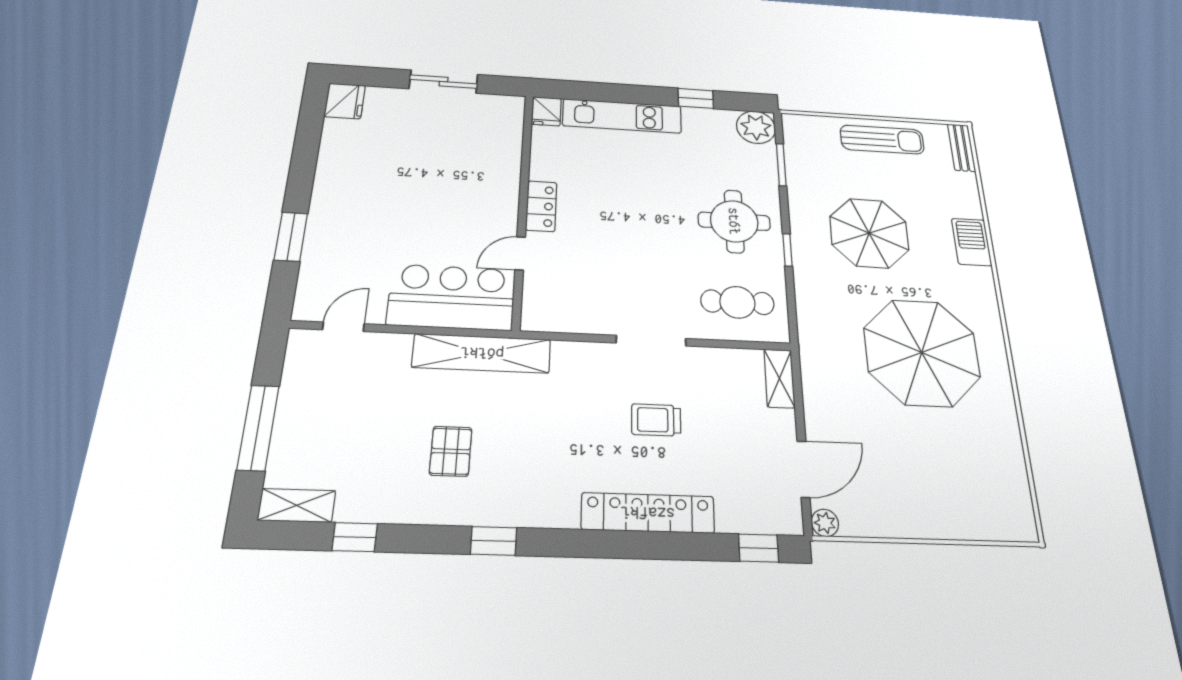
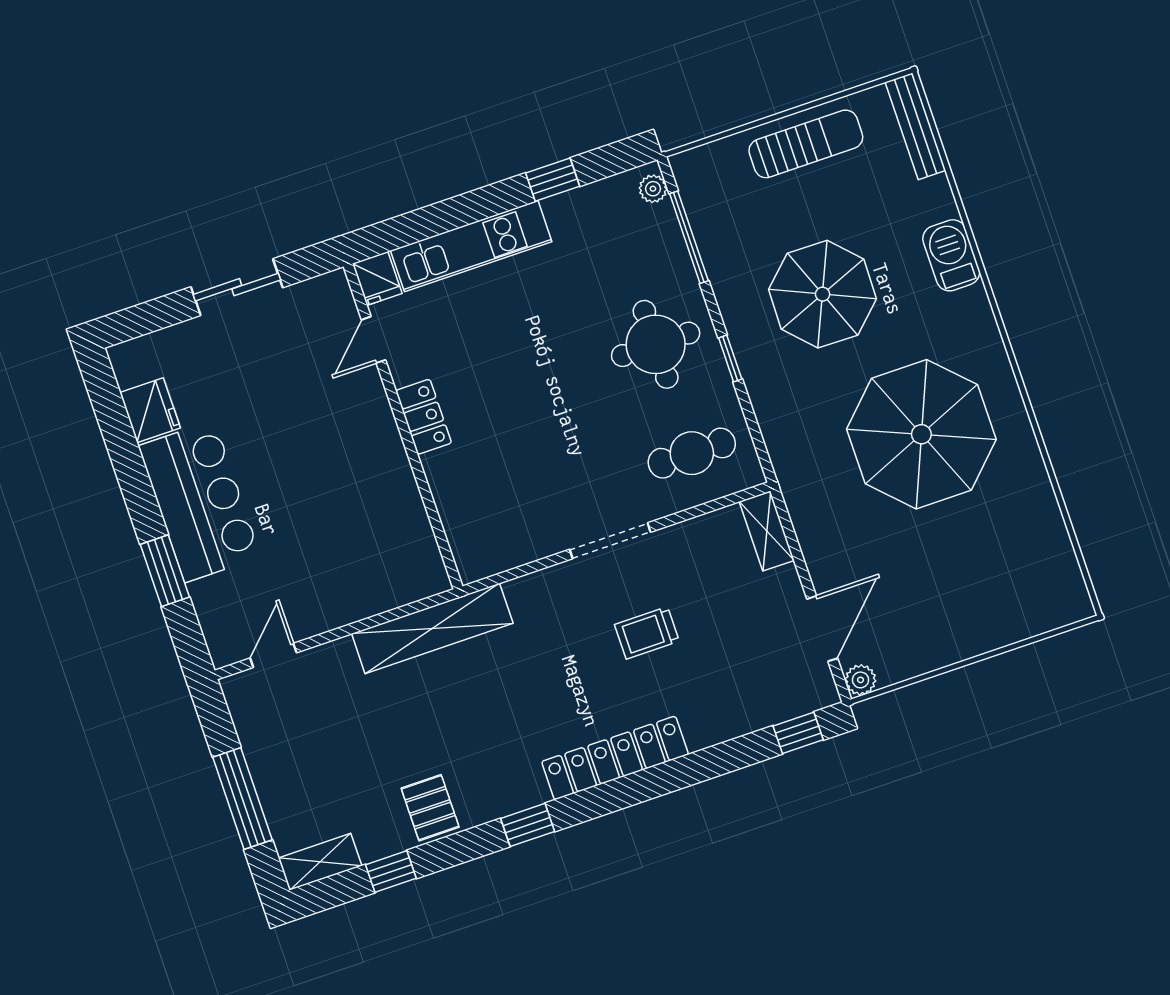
fridge: (345, 101) -> (150, 410), moved
plant: (756, 127) -> (653, 189), width x0.53, depth x0.53
bench: (961, 148) -> (915, 126), width x1.36
window: (781, 165) -> (689, 237), width x1.44
door: (520, 253) -> (374, 340), moved
bar counter: (452, 297) -> (199, 501), moved, turned 90
pallet: (451, 451) -> (430, 808), moved
locker: (648, 513) -> (615, 758), moved

